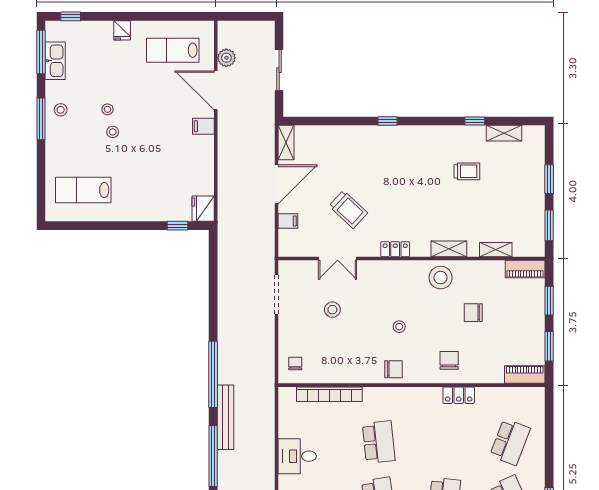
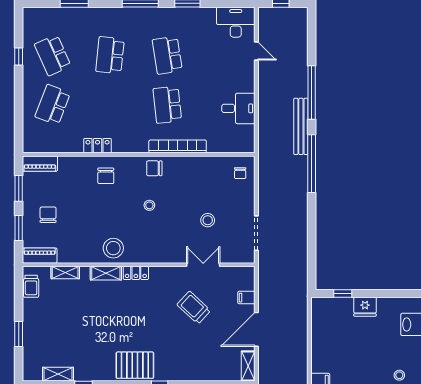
pallet: (416, 143) -> (135, 365), added
trolley: (467, 171) -> (31, 286), moved, turned -90
fridge: (203, 209) -> (365, 307), moved, turned 90
window: (549, 225) -> (19, 294), removed
locker: (395, 249) -> (136, 273), moved
chair: (473, 313) -> (48, 215), moved, turned -90
bookcase: (329, 394) -> (178, 146), moved
desk: (297, 456) -> (238, 108), moved

